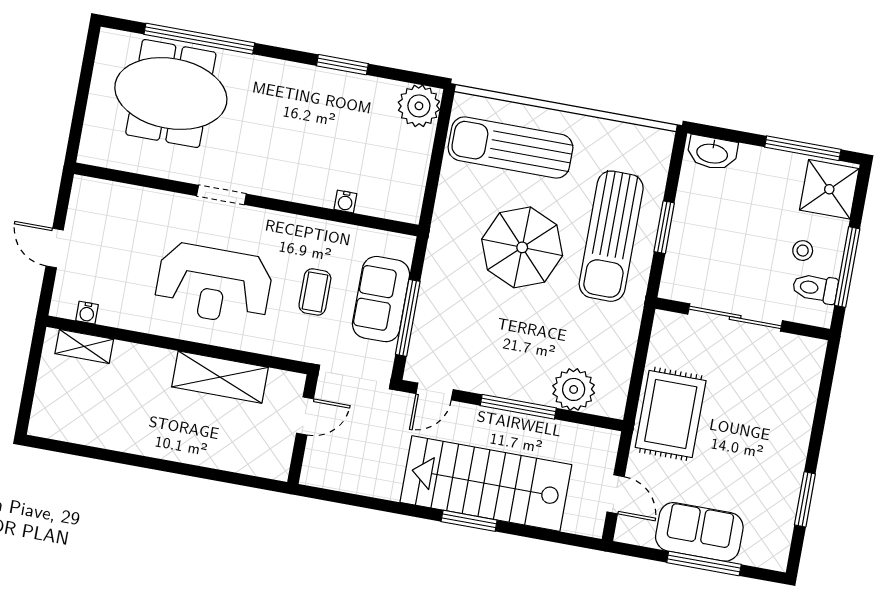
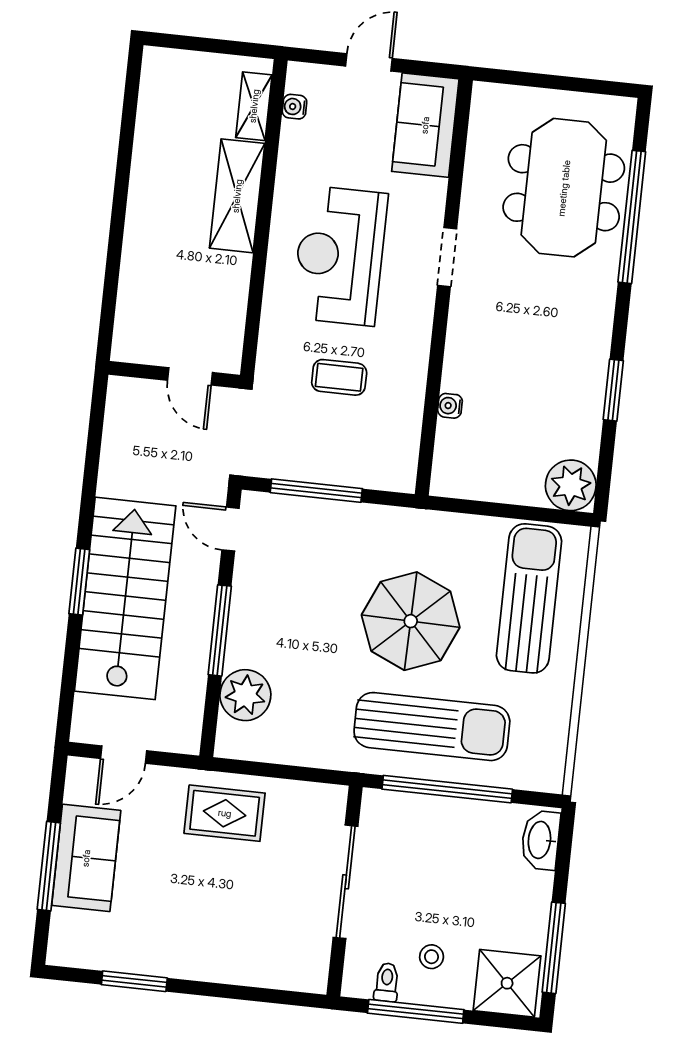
window: (664, 227) -> (447, 789), width x2.11
sun lounger: (611, 236) -> (432, 727), turned 180
toilet: (815, 288) -> (387, 982), width x0.73, depth x0.72
sofa: (381, 299) -> (425, 125), moved, turned -90
shelving: (220, 377) -> (237, 196), moved
rug: (671, 414) -> (225, 813), width x0.73, depth x0.70

